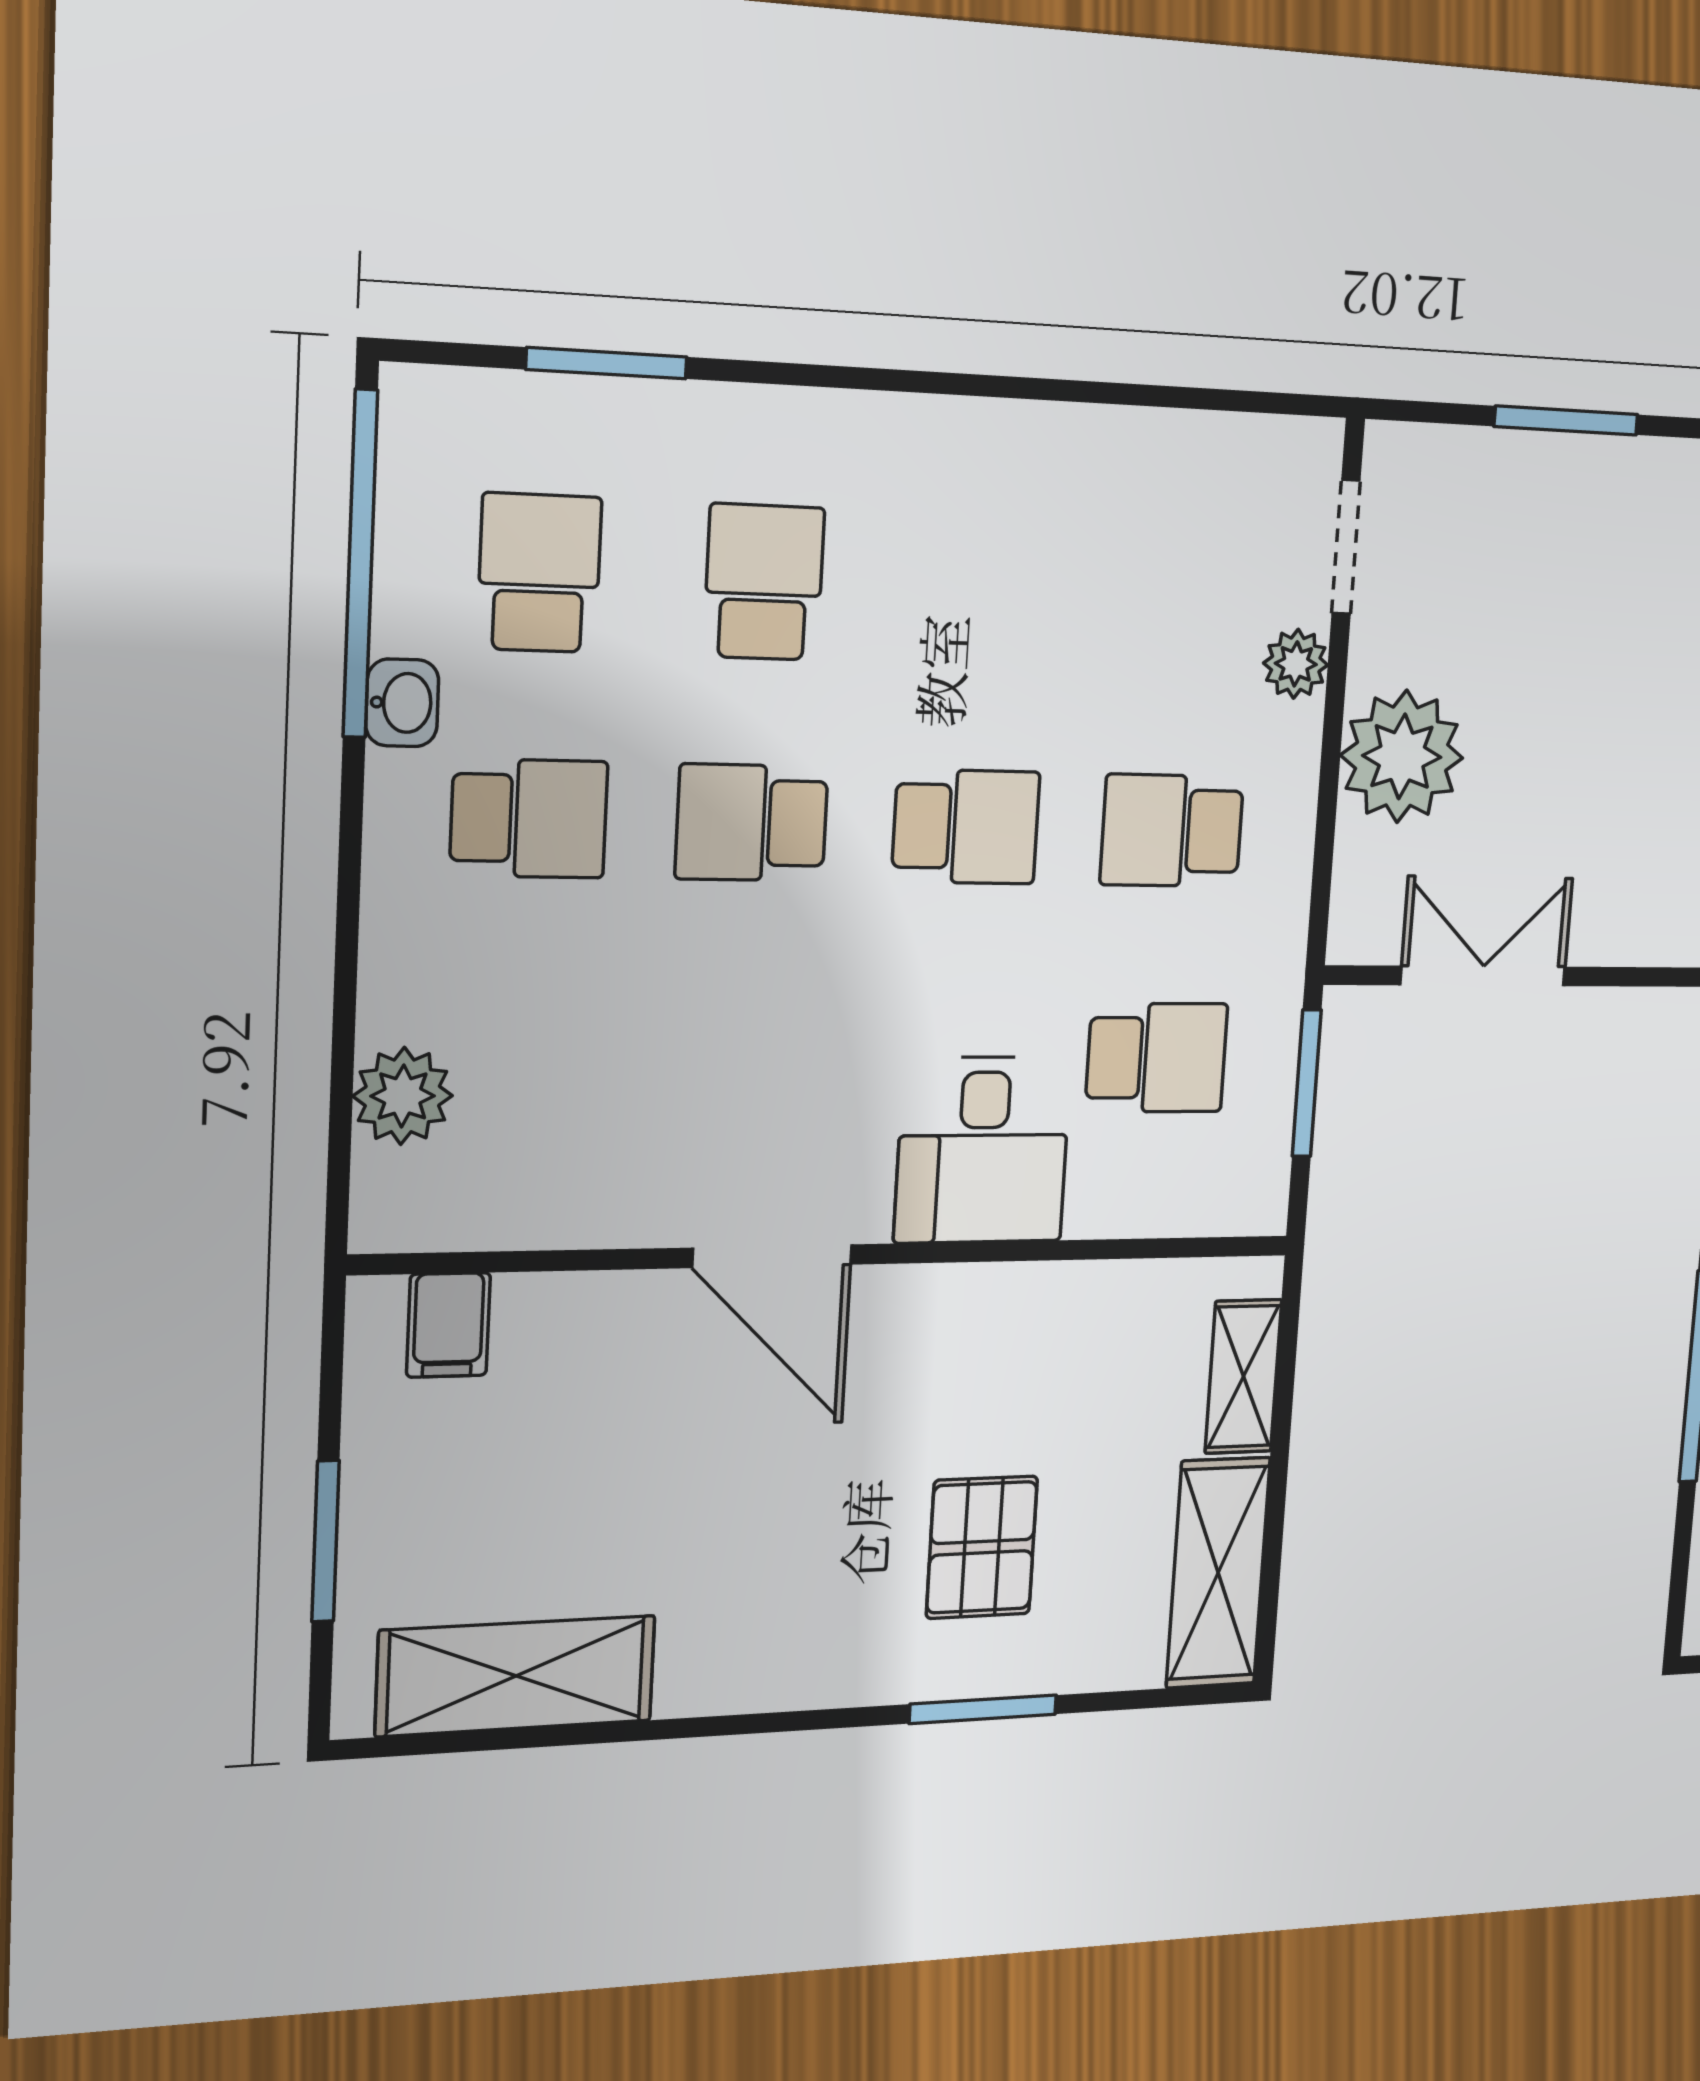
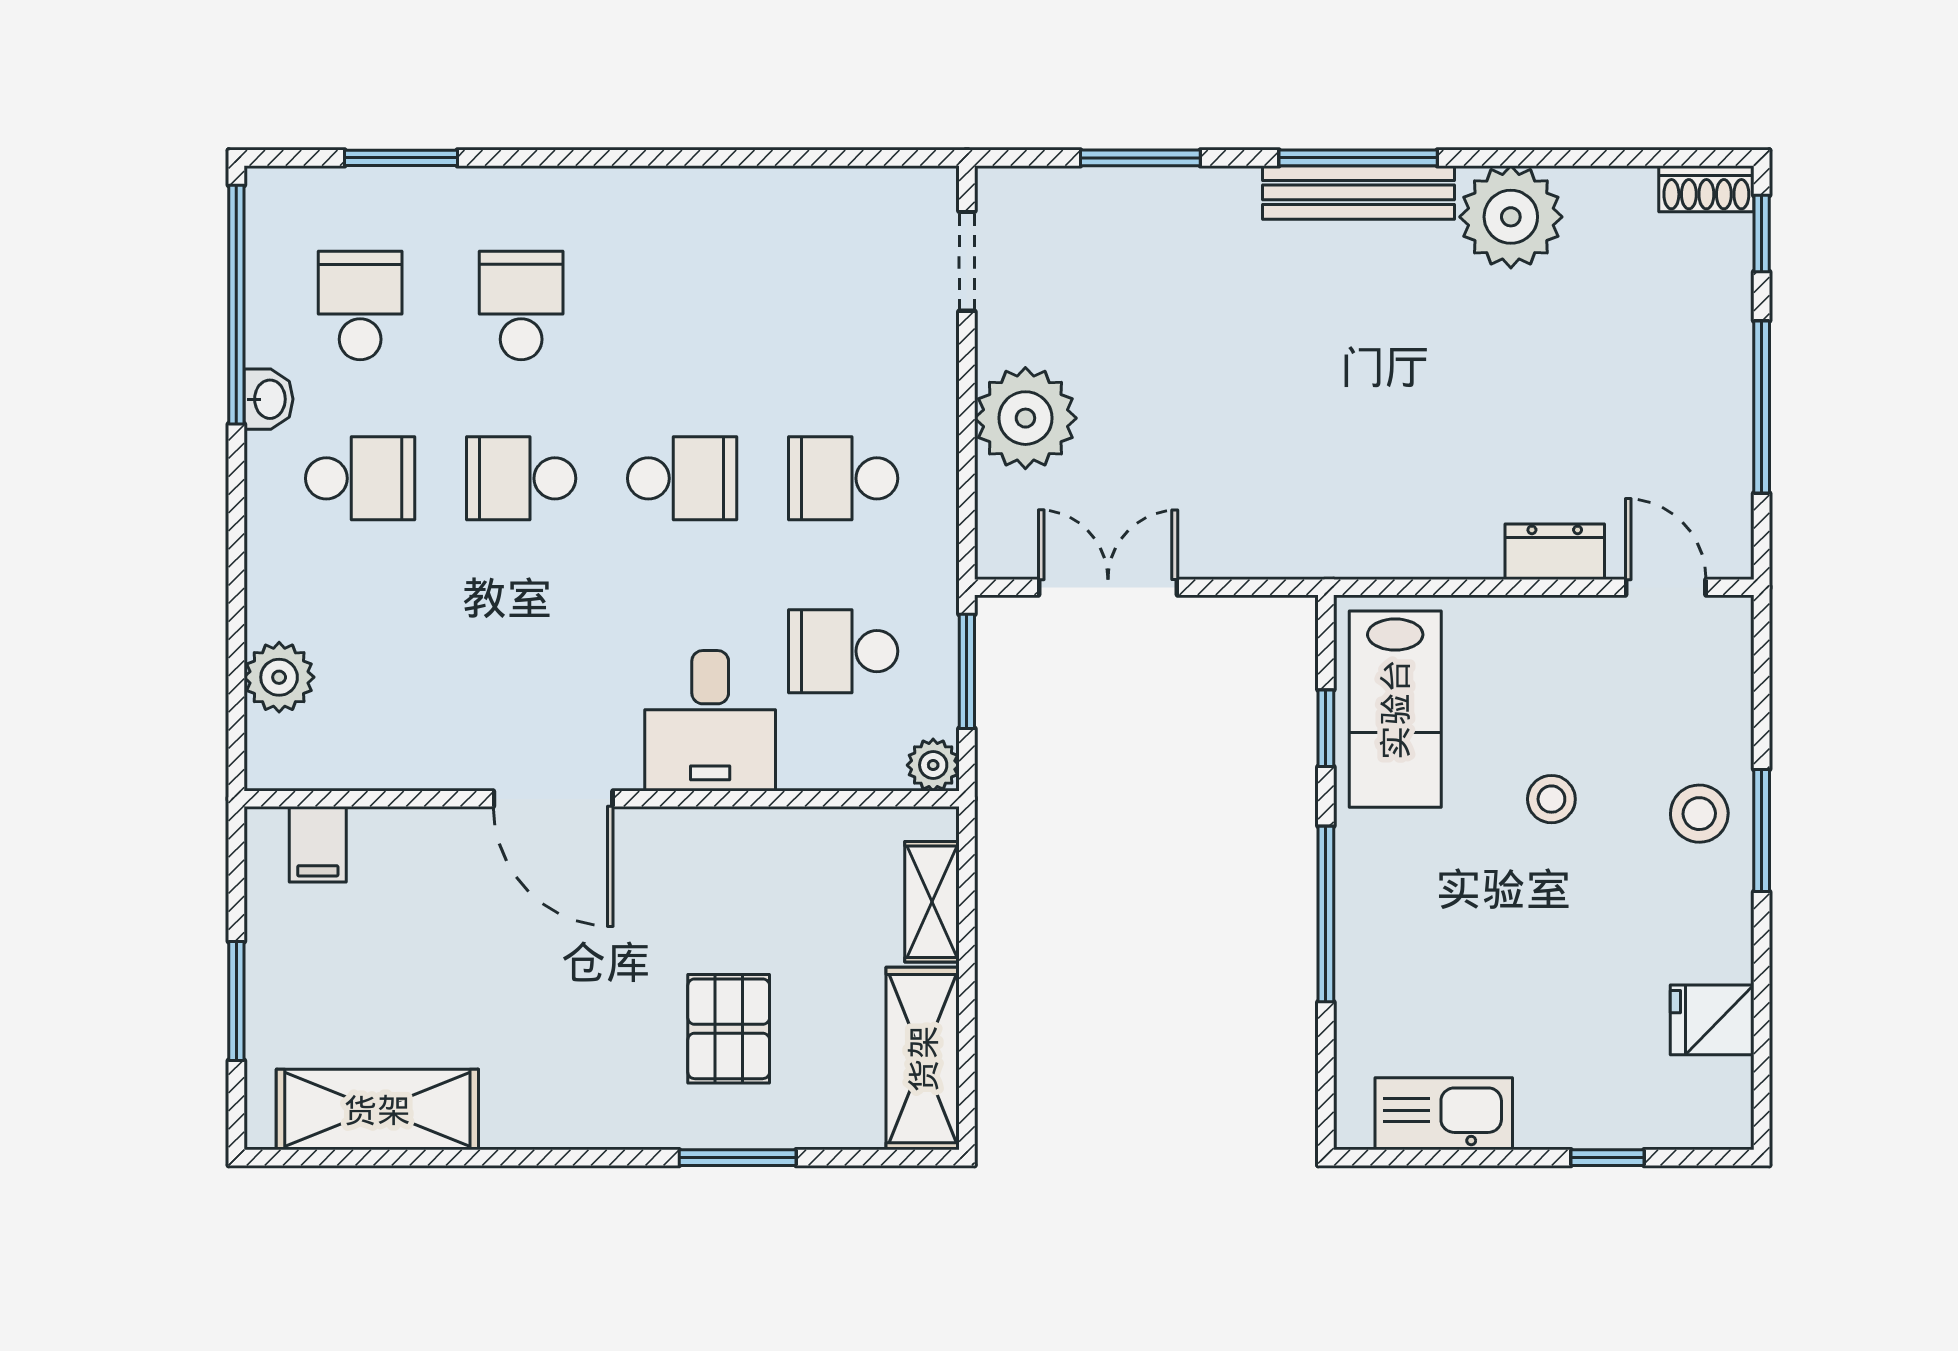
plant: (1296, 664) -> (933, 765), moved
school desk: (1157, 1058) -> (843, 651), turned 180

